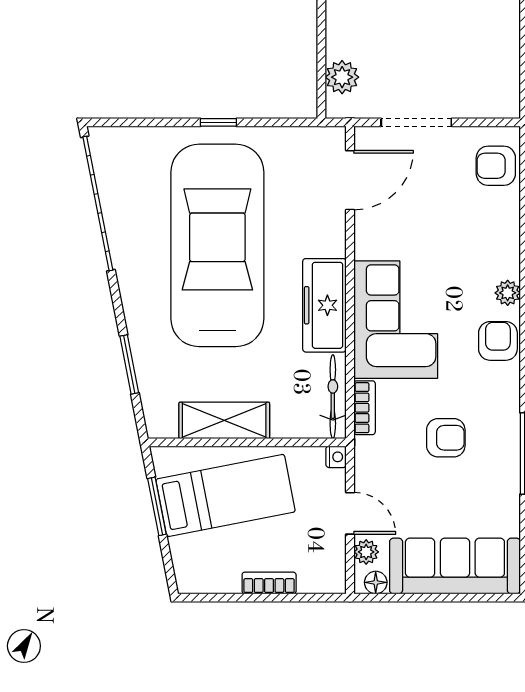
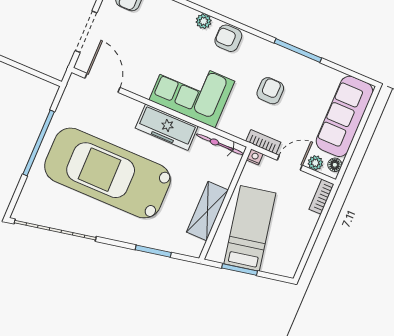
plant: (342, 77) -> (43, 63), removed
window: (218, 122) -> (39, 143), width x3.17
bookcase: (365, 408) -> (263, 142), moved
bookcase: (269, 583) -> (322, 197), moved

